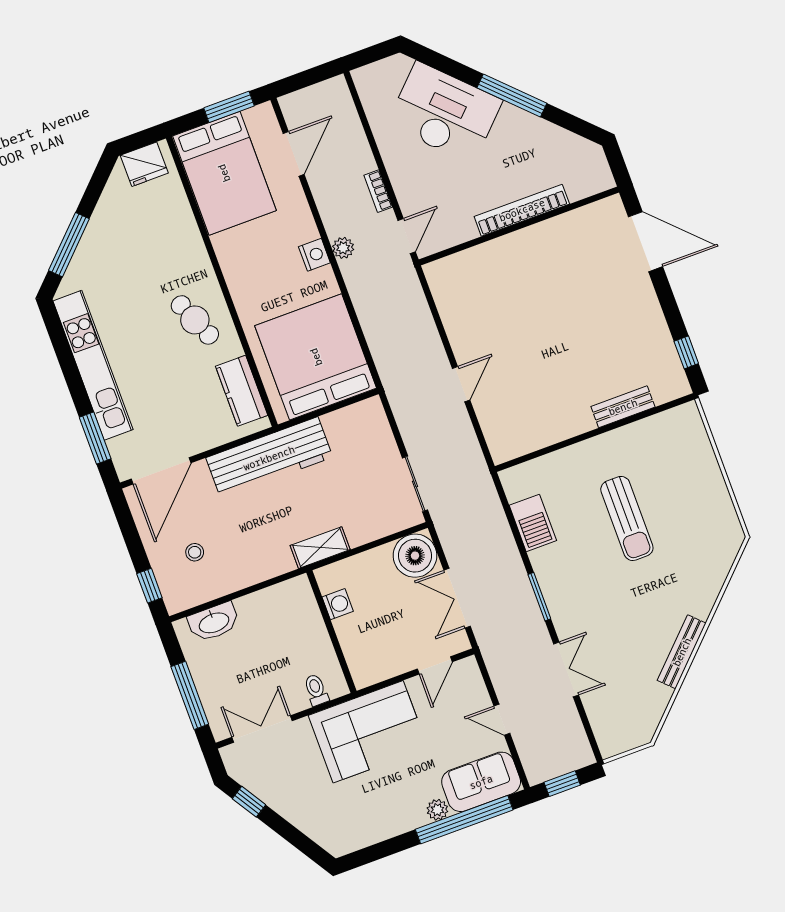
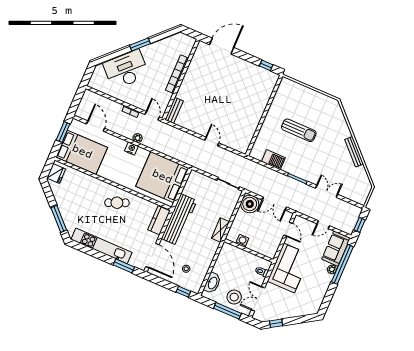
window: (512, 96) -> (140, 44), width x0.69
kitchen counter: (242, 391) -> (159, 220), moved, turned 90
bench: (623, 407) -> (174, 110), moved
stool: (225, 684) -> (234, 297), added

